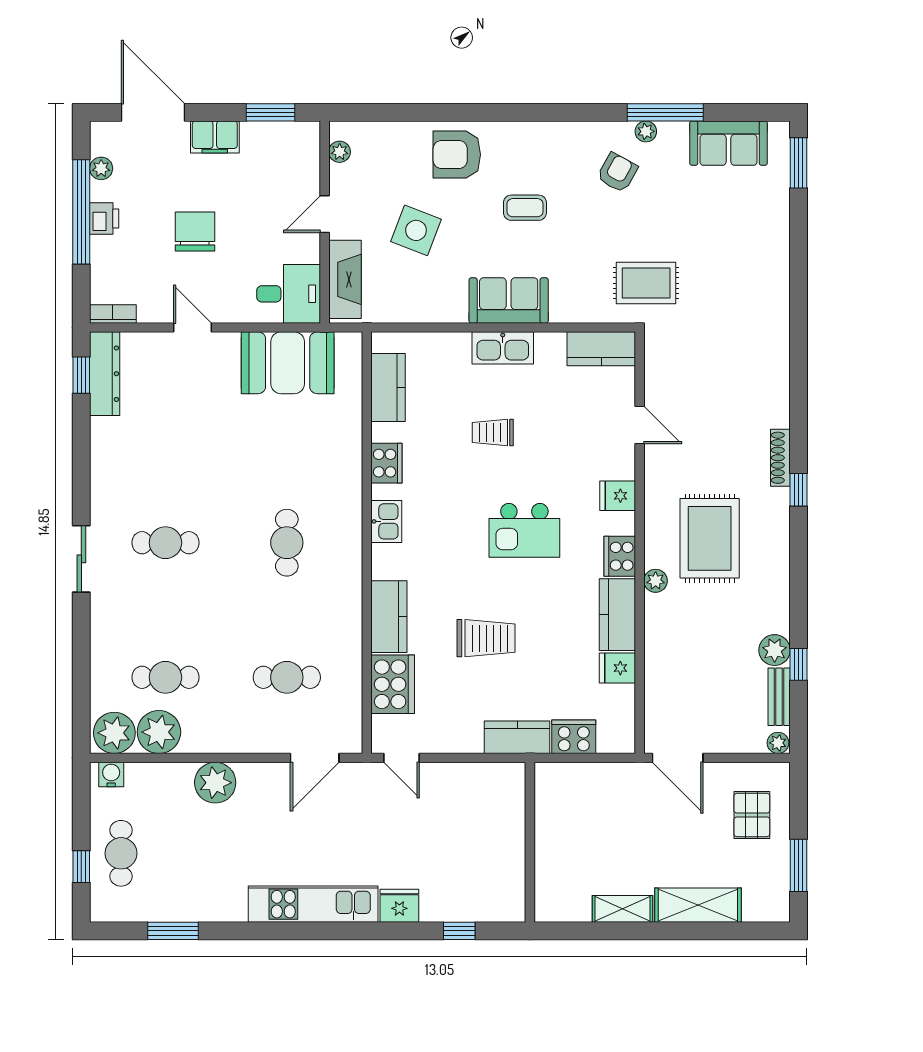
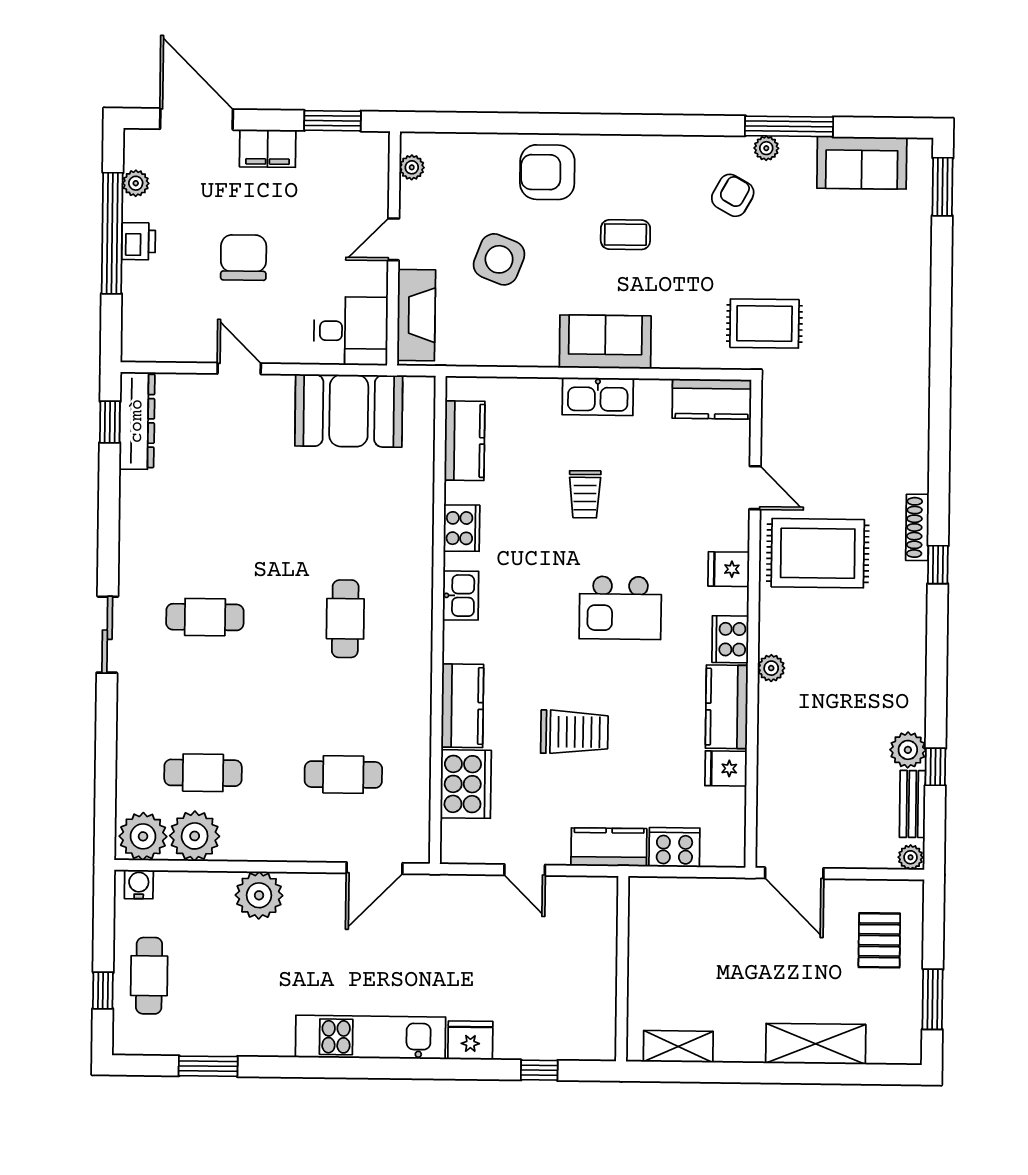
bookcase: (113, 314) -> (147, 352), removed
trolley: (493, 433) -> (585, 494), turned -90
rug: (710, 538) -> (818, 553), moved, turned 90
door: (402, 758) -> (525, 870), moved
shelving: (622, 909) -> (678, 1046), moved

